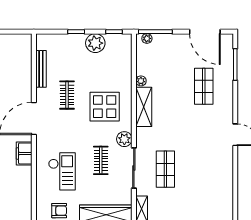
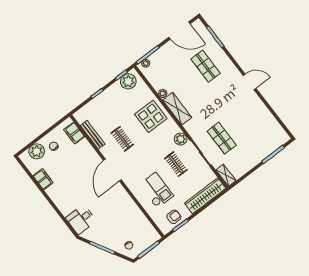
plant: (95, 43) -> (128, 81), moved
display table: (105, 107) -> (151, 116), moved
filing cabinet: (24, 153) -> (74, 133), moved

